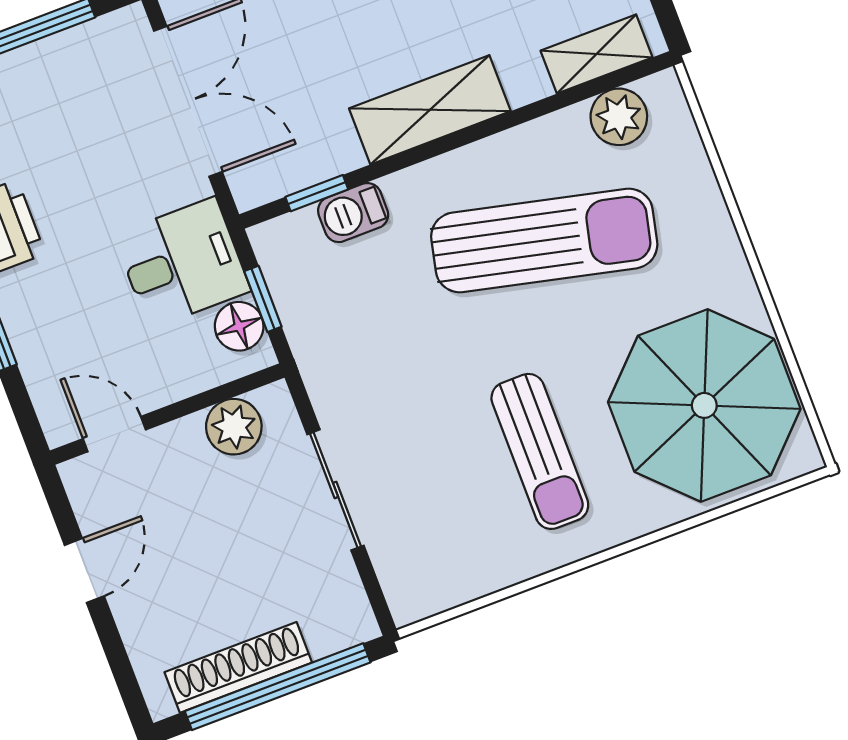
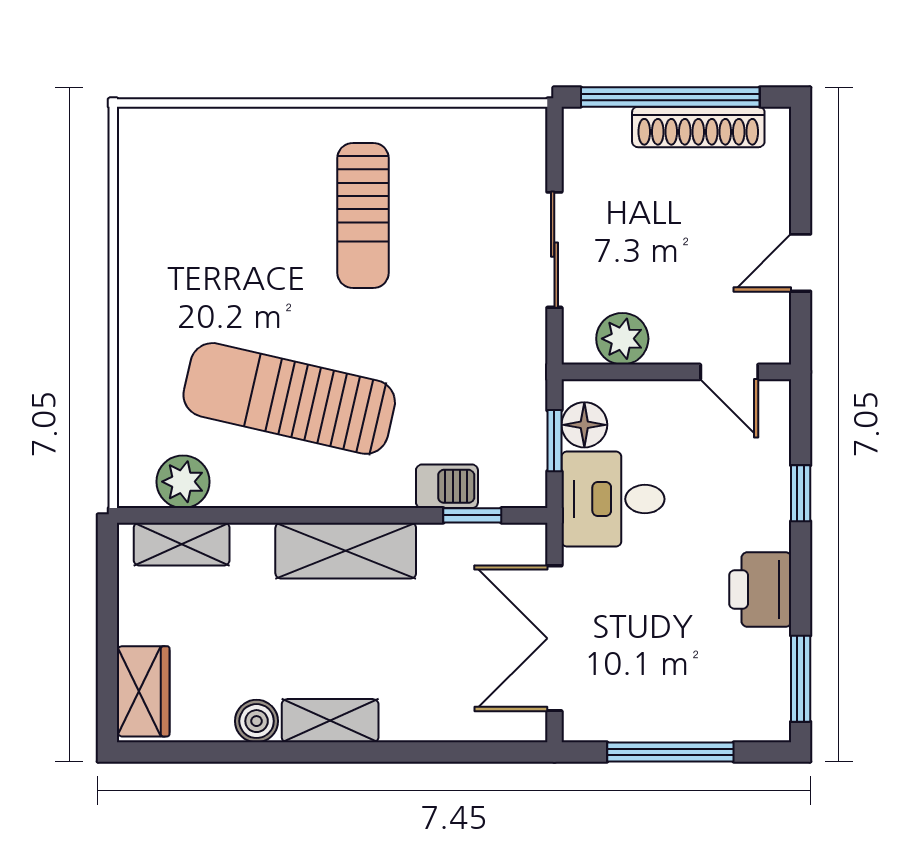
parasol: (704, 405) -> (204, 201), removed
sun lounger: (540, 451) -> (363, 216), turned 180

